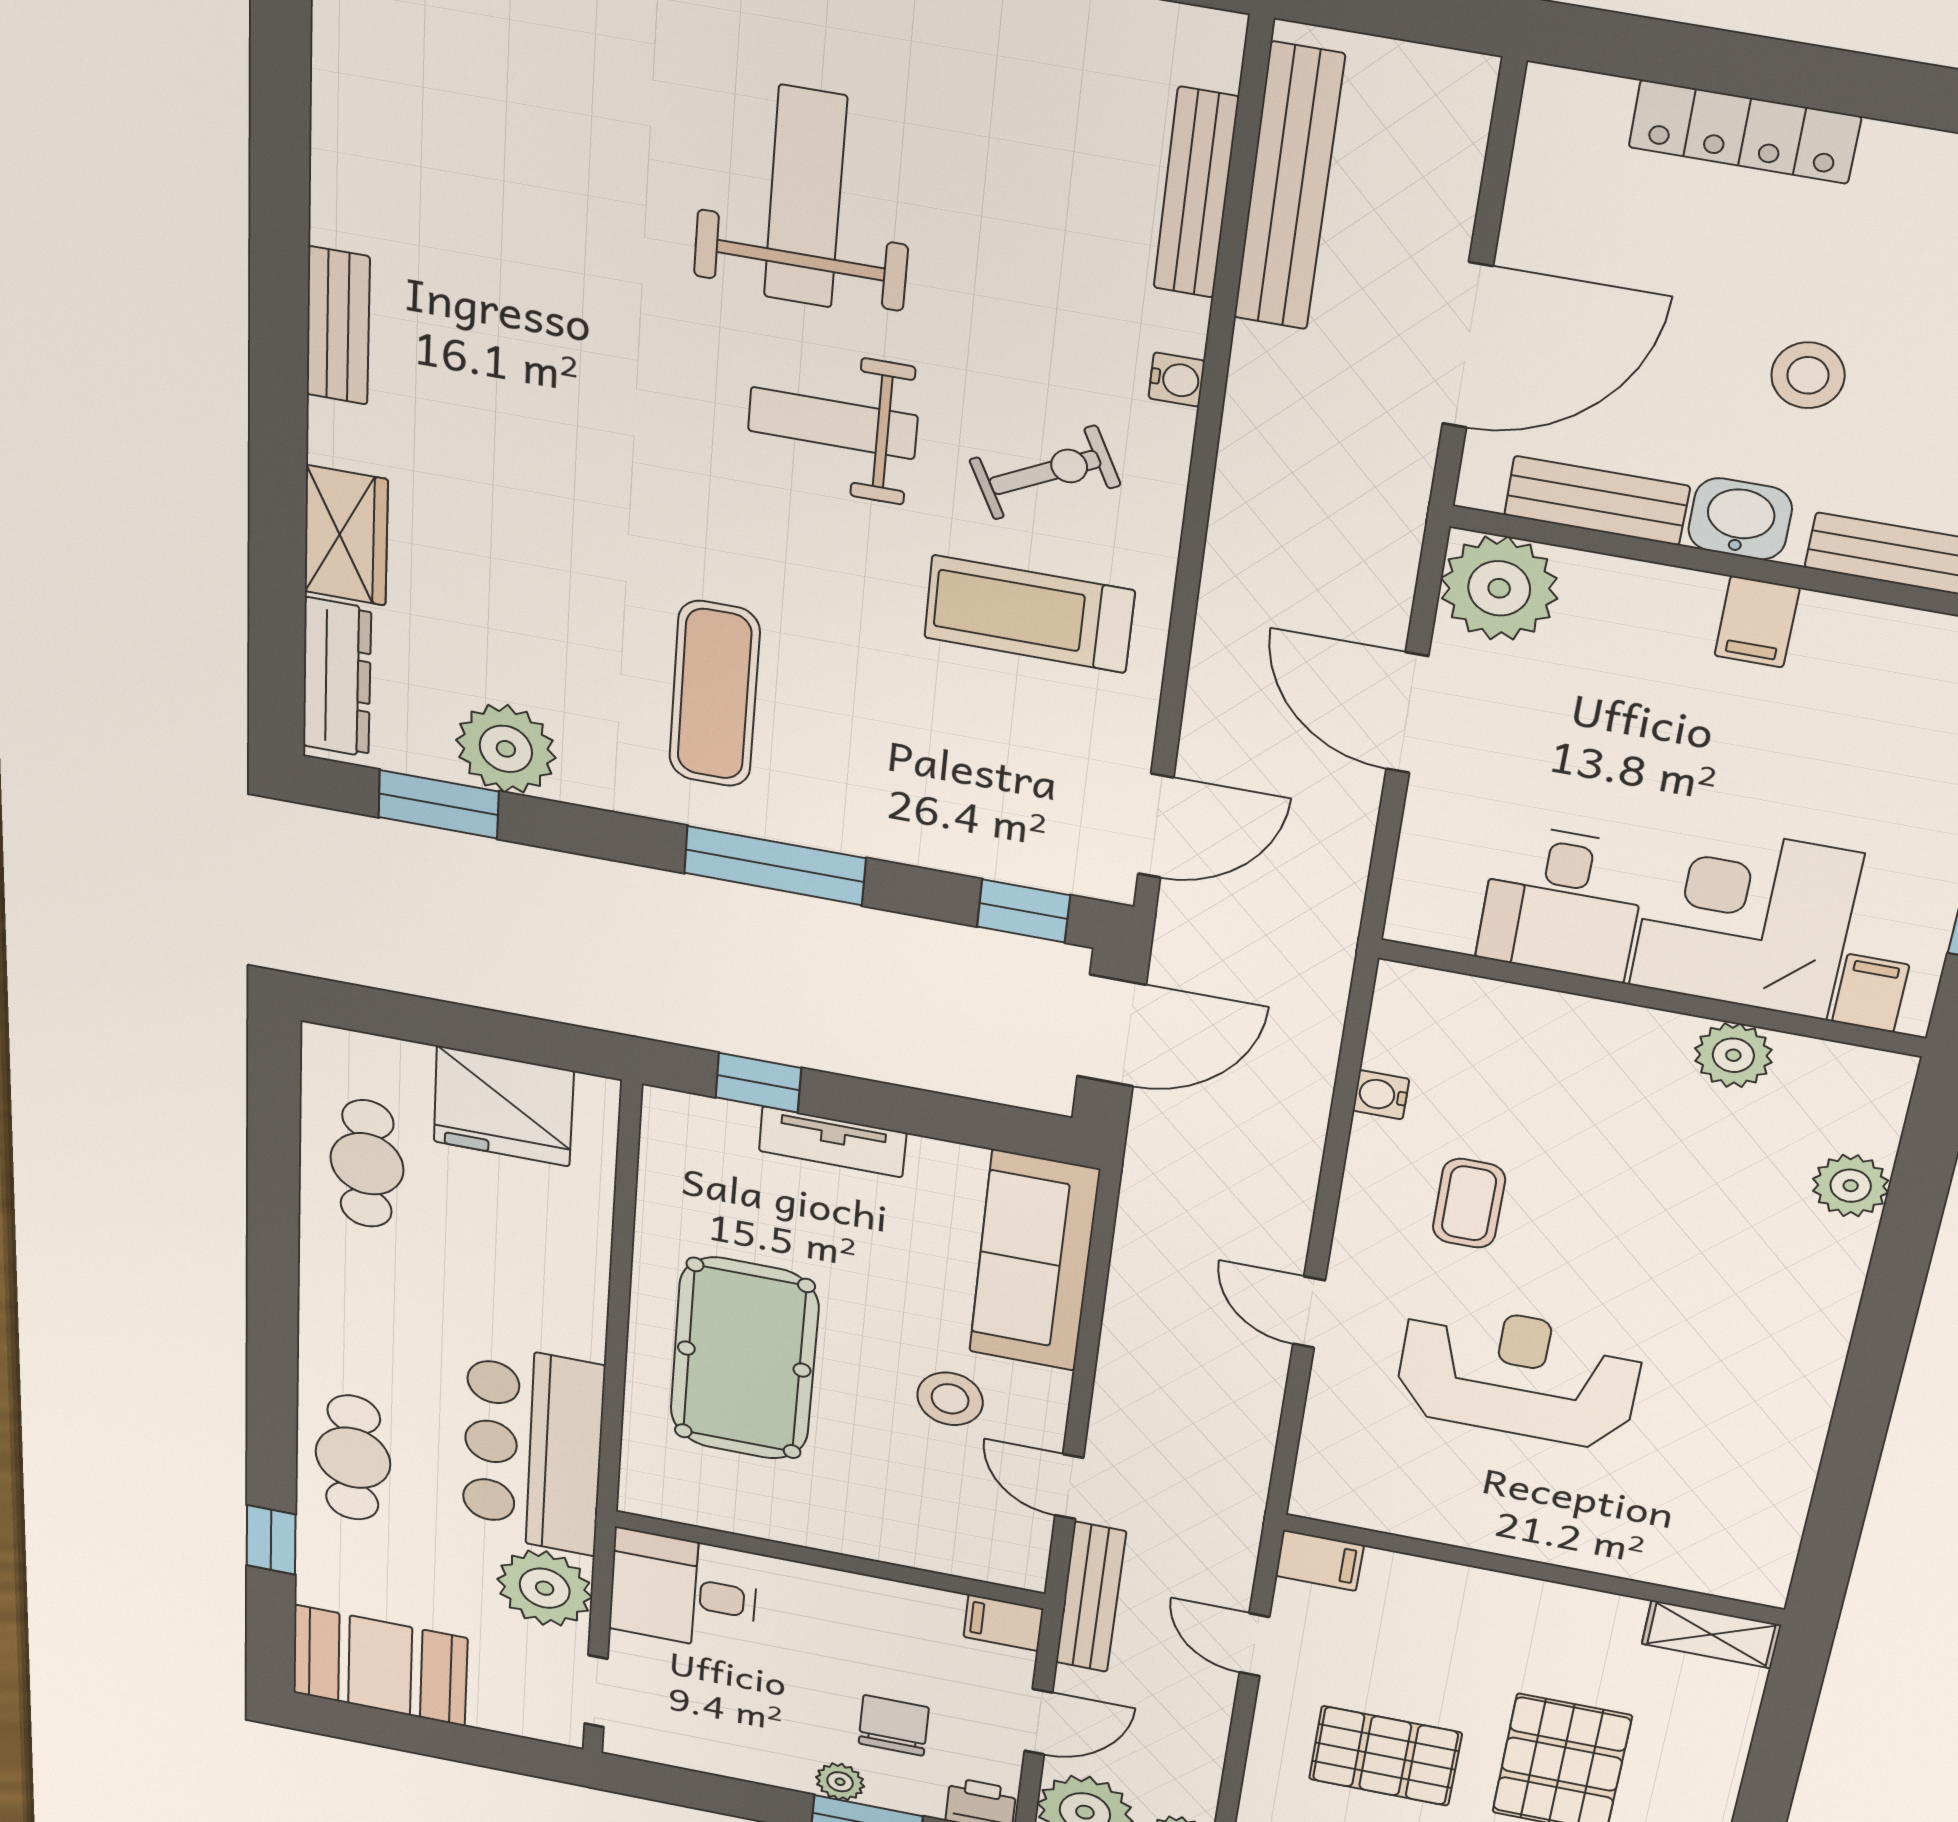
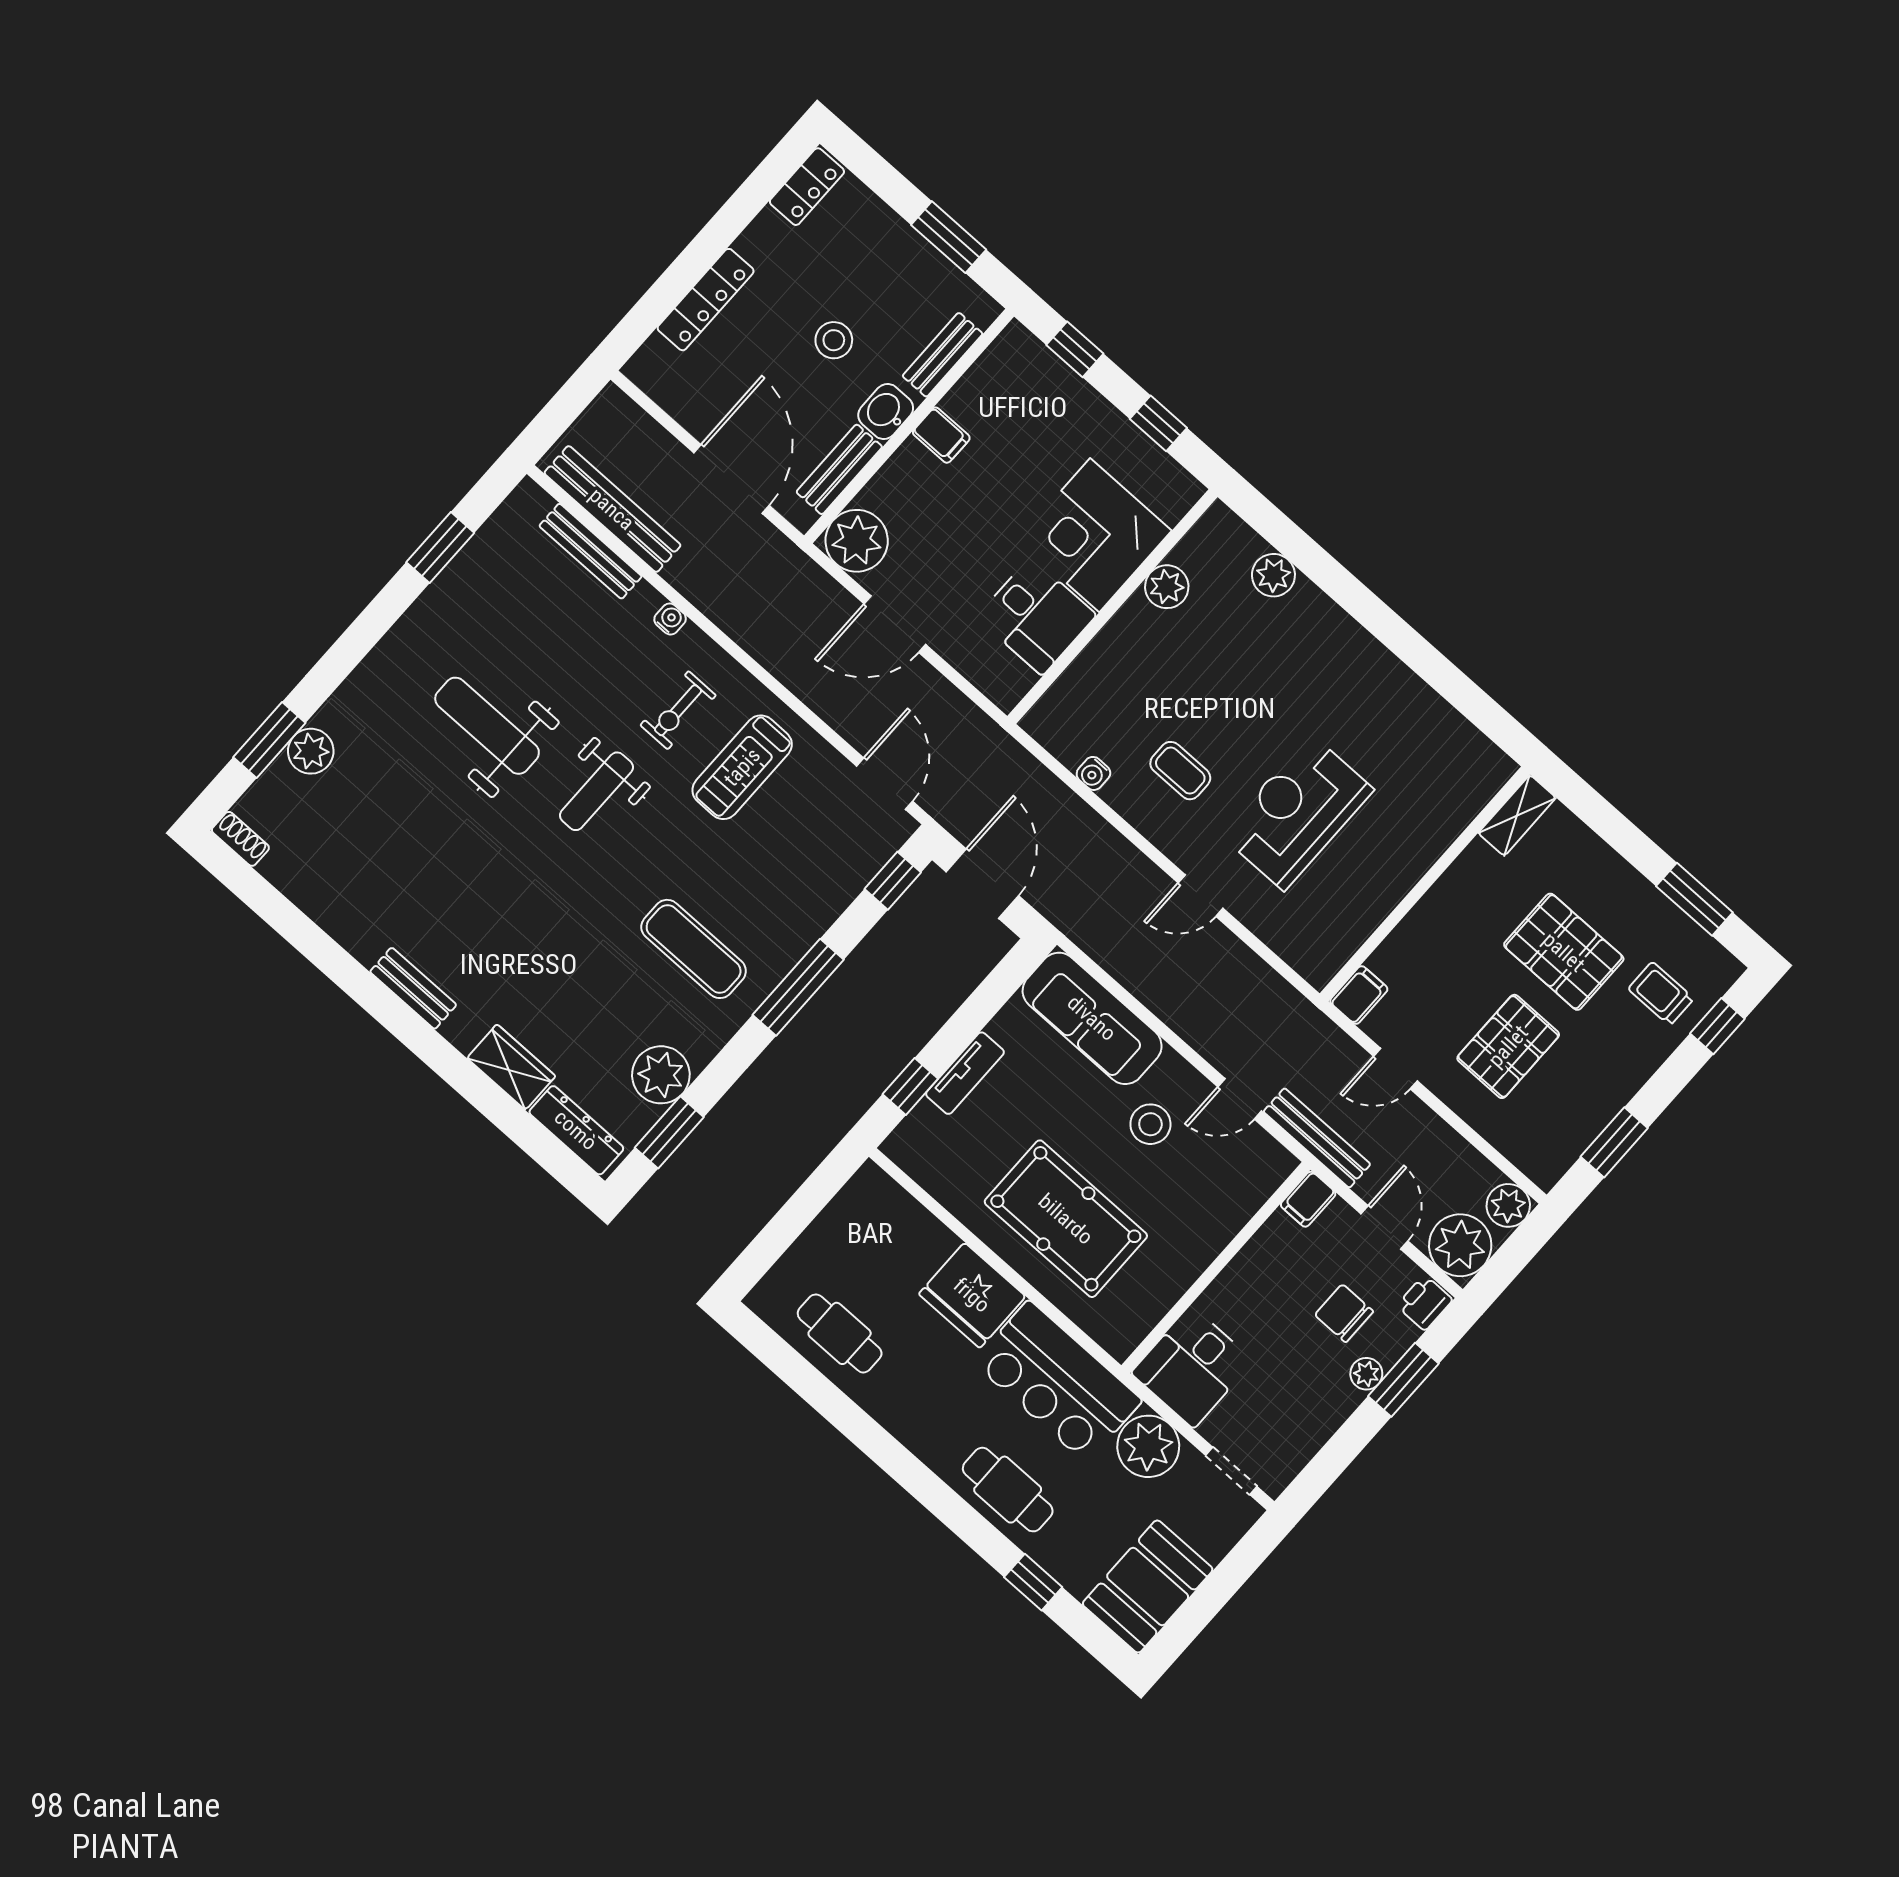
exercise bike: (1045, 473) -> (678, 710), turned -153
filing cabinet: (1871, 993) -> (1168, 501), removed
fridge: (503, 1106) -> (972, 1295), moved, turned 90

